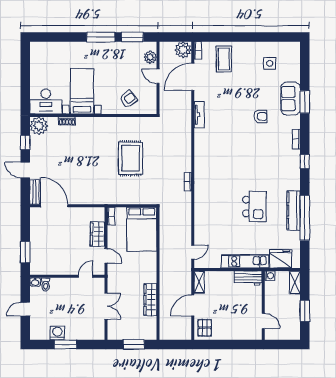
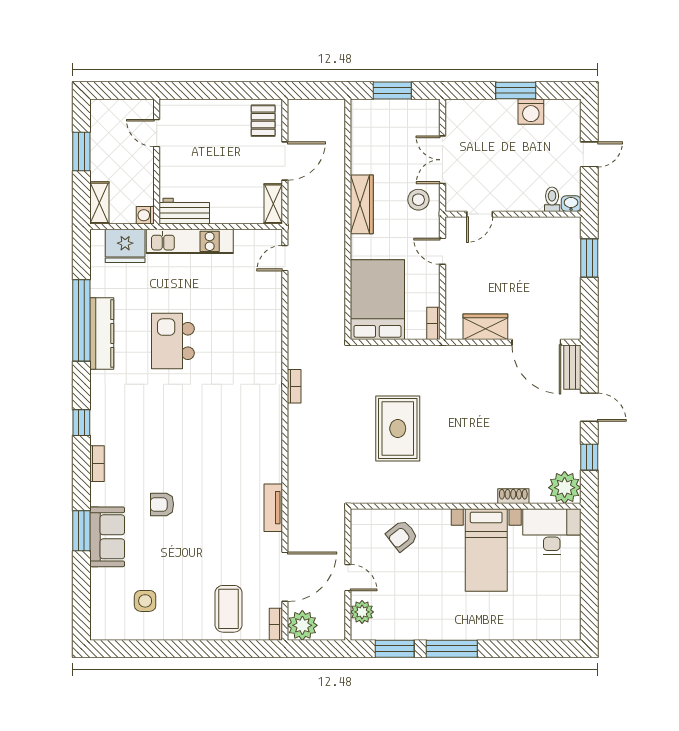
wardrobe: (97, 234) -> (485, 327), moved, turned -90
stool: (119, 284) -> (418, 200), added
wardrobe: (150, 300) -> (362, 204), moved

